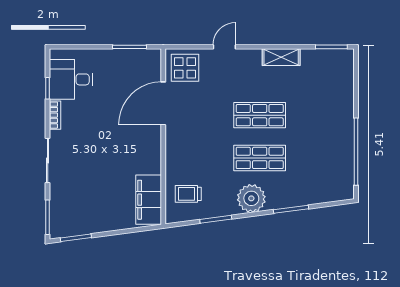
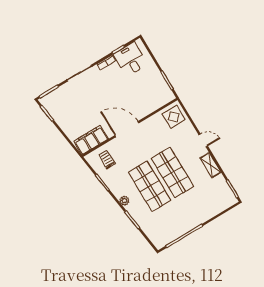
door: (224, 47) -> (203, 140), moved
door: (163, 103) -> (127, 129), moved
shop shelf: (260, 115) -> (172, 172), width x1.43, depth x1.36
shop shelf: (260, 158) -> (149, 186), width x1.43, depth x1.36
plant: (251, 198) -> (124, 201), width x0.53, depth x0.53

